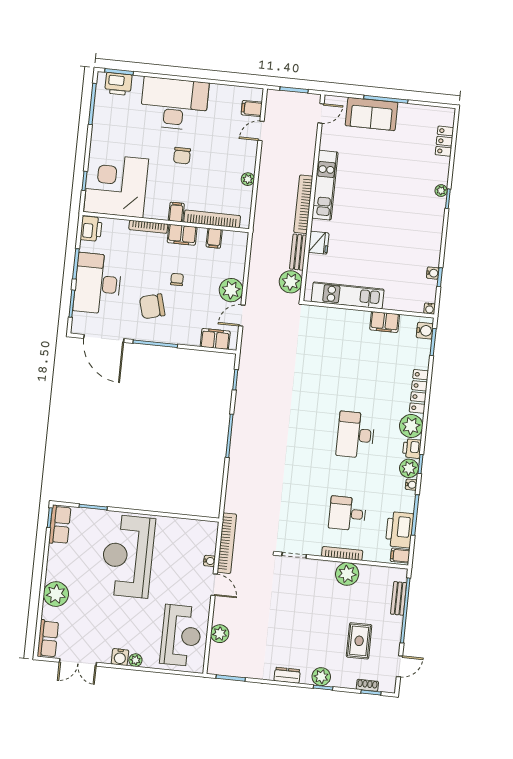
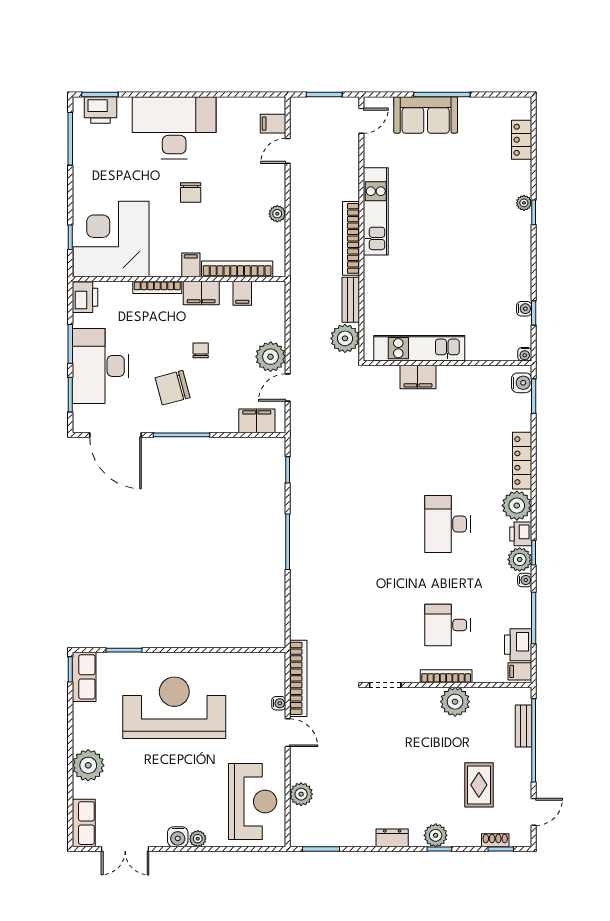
fridge: (319, 243) -> (375, 285), removed
filing cabinet: (385, 322) -> (418, 377), moved
printer: (399, 530) -> (518, 645), width x0.73, depth x0.84
reception desk: (128, 556) -> (174, 708), turned 90

